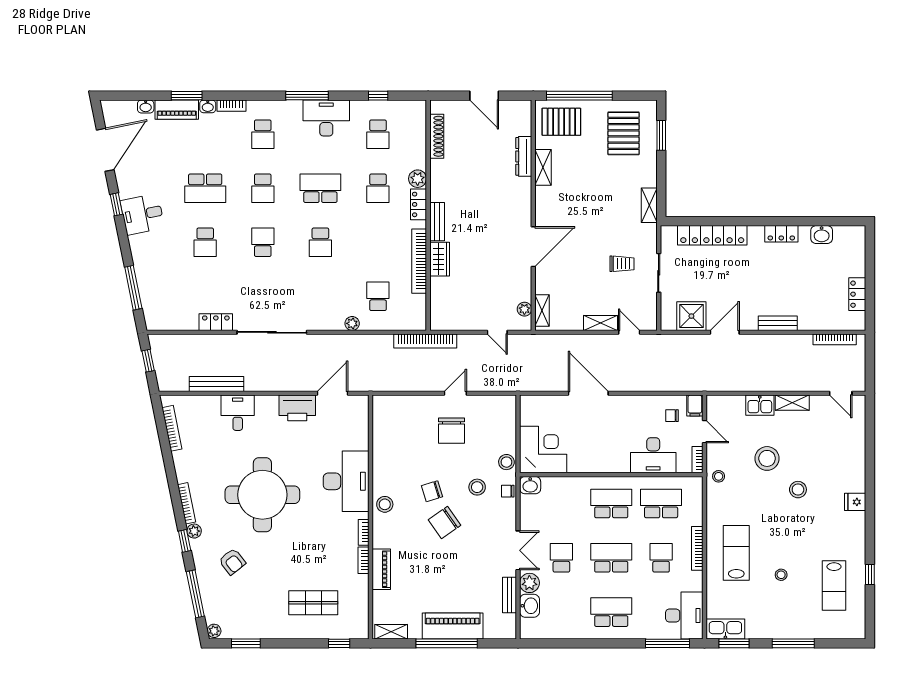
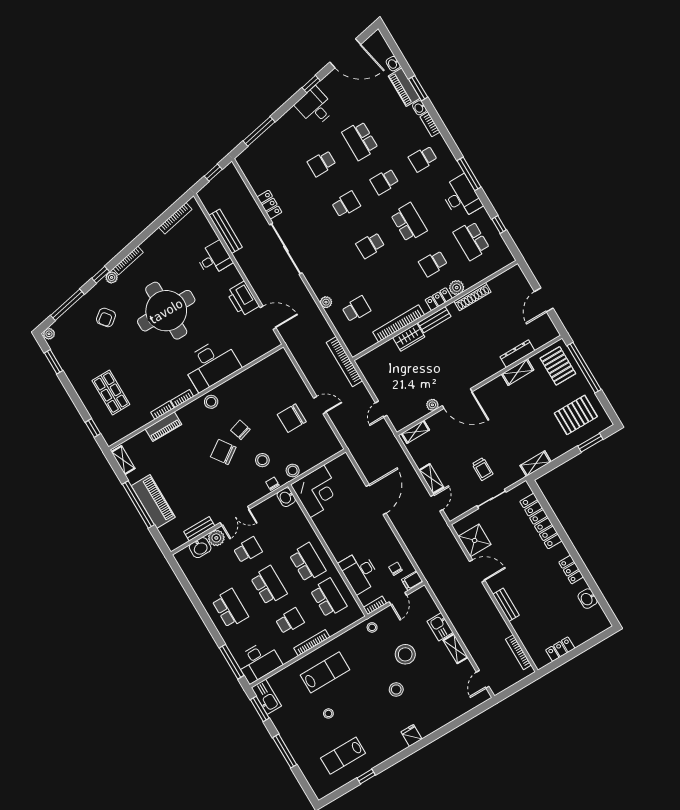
school desk: (378, 134) -> (472, 241), width x1.85
shoe rack: (437, 136) -> (473, 297), moved
plant: (524, 309) -> (432, 405), moved

